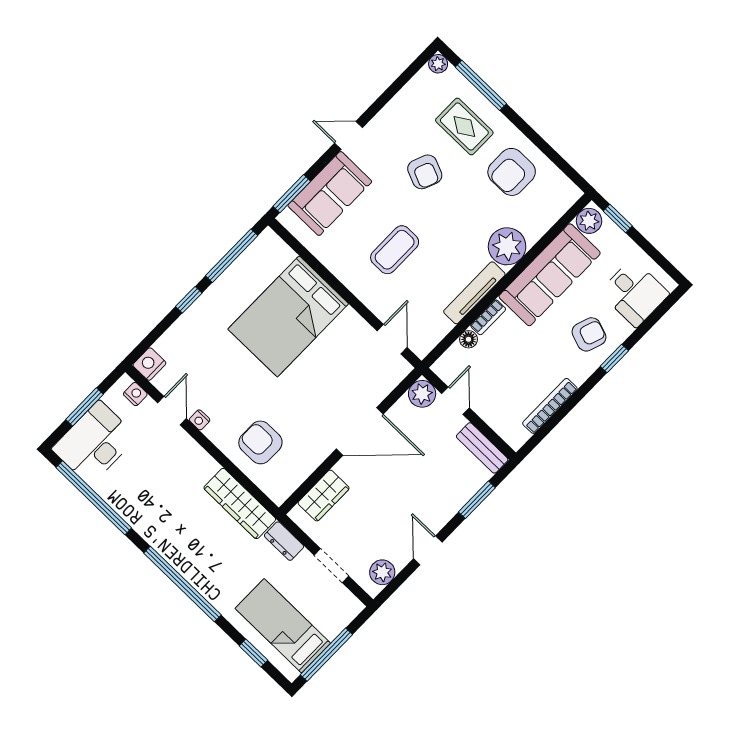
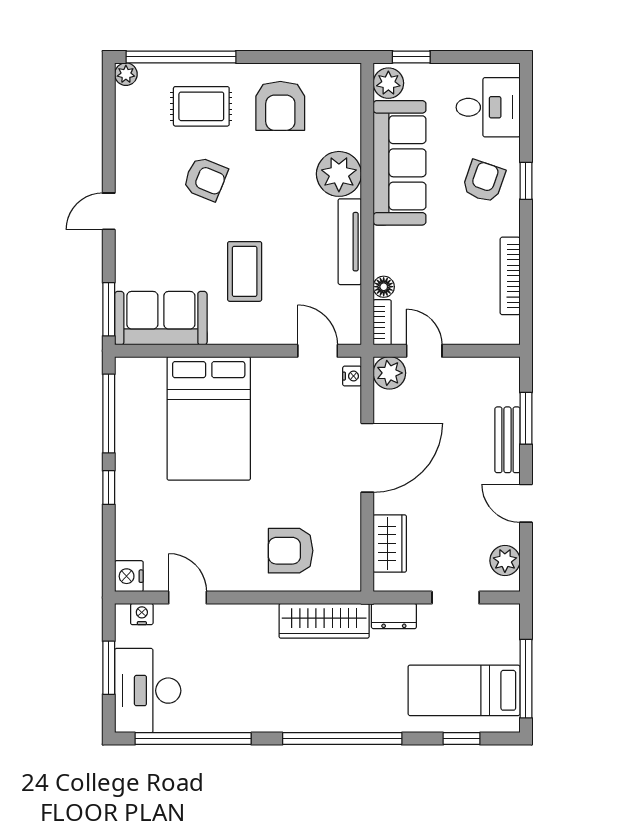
window: (481, 85) -> (181, 57), width x1.46
sofa: (330, 193) -> (161, 318), moved, turned -90
bookcase: (488, 317) -> (382, 322), moved
nightstand: (200, 420) -> (352, 376), moved, turned -90
bench: (482, 448) -> (507, 440), moved, turned 90

